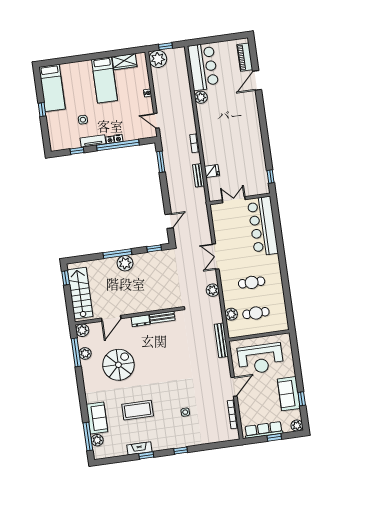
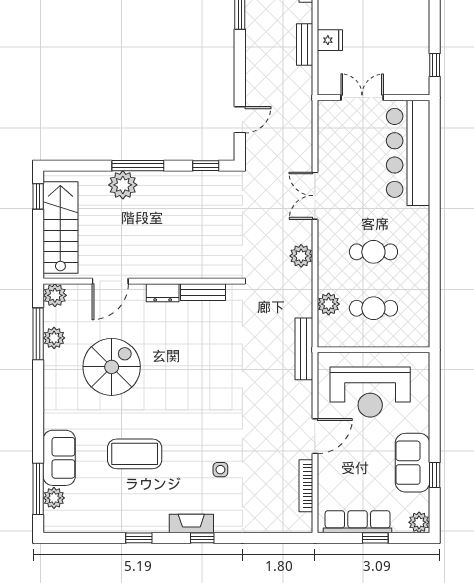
plant: (125, 263) -> (123, 185), moved
fireplace: (139, 448) -> (191, 523), moved

